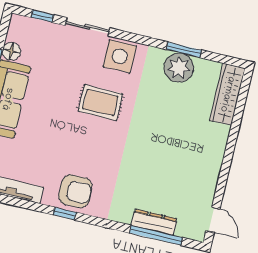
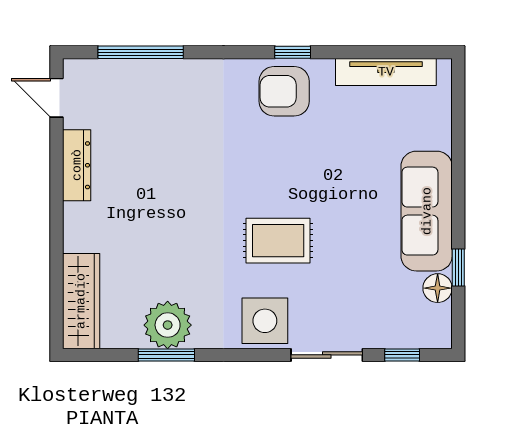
dresser: (154, 222) -> (77, 165), moved, turned -90

